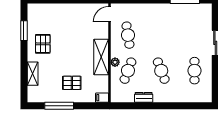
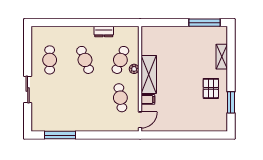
pallet: (72, 83) -> (180, 47), removed
filing cabinet: (102, 98) -> (148, 99), moved
window: (59, 106) -> (205, 23), moved

